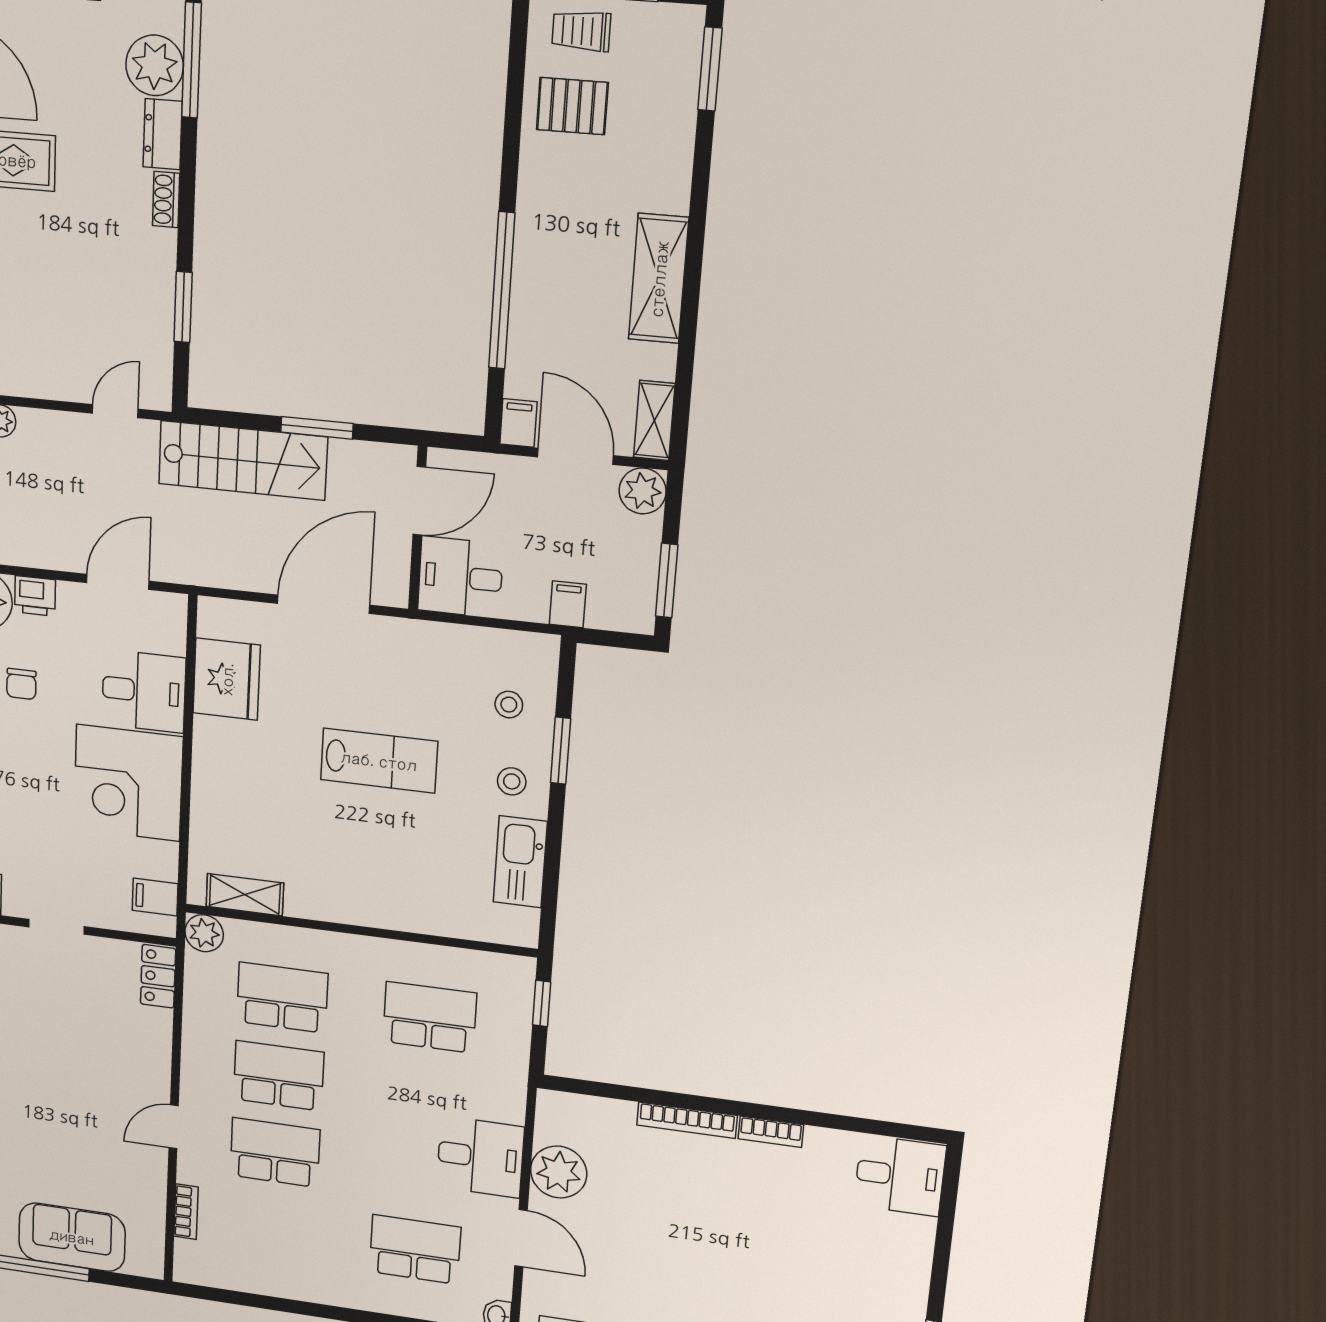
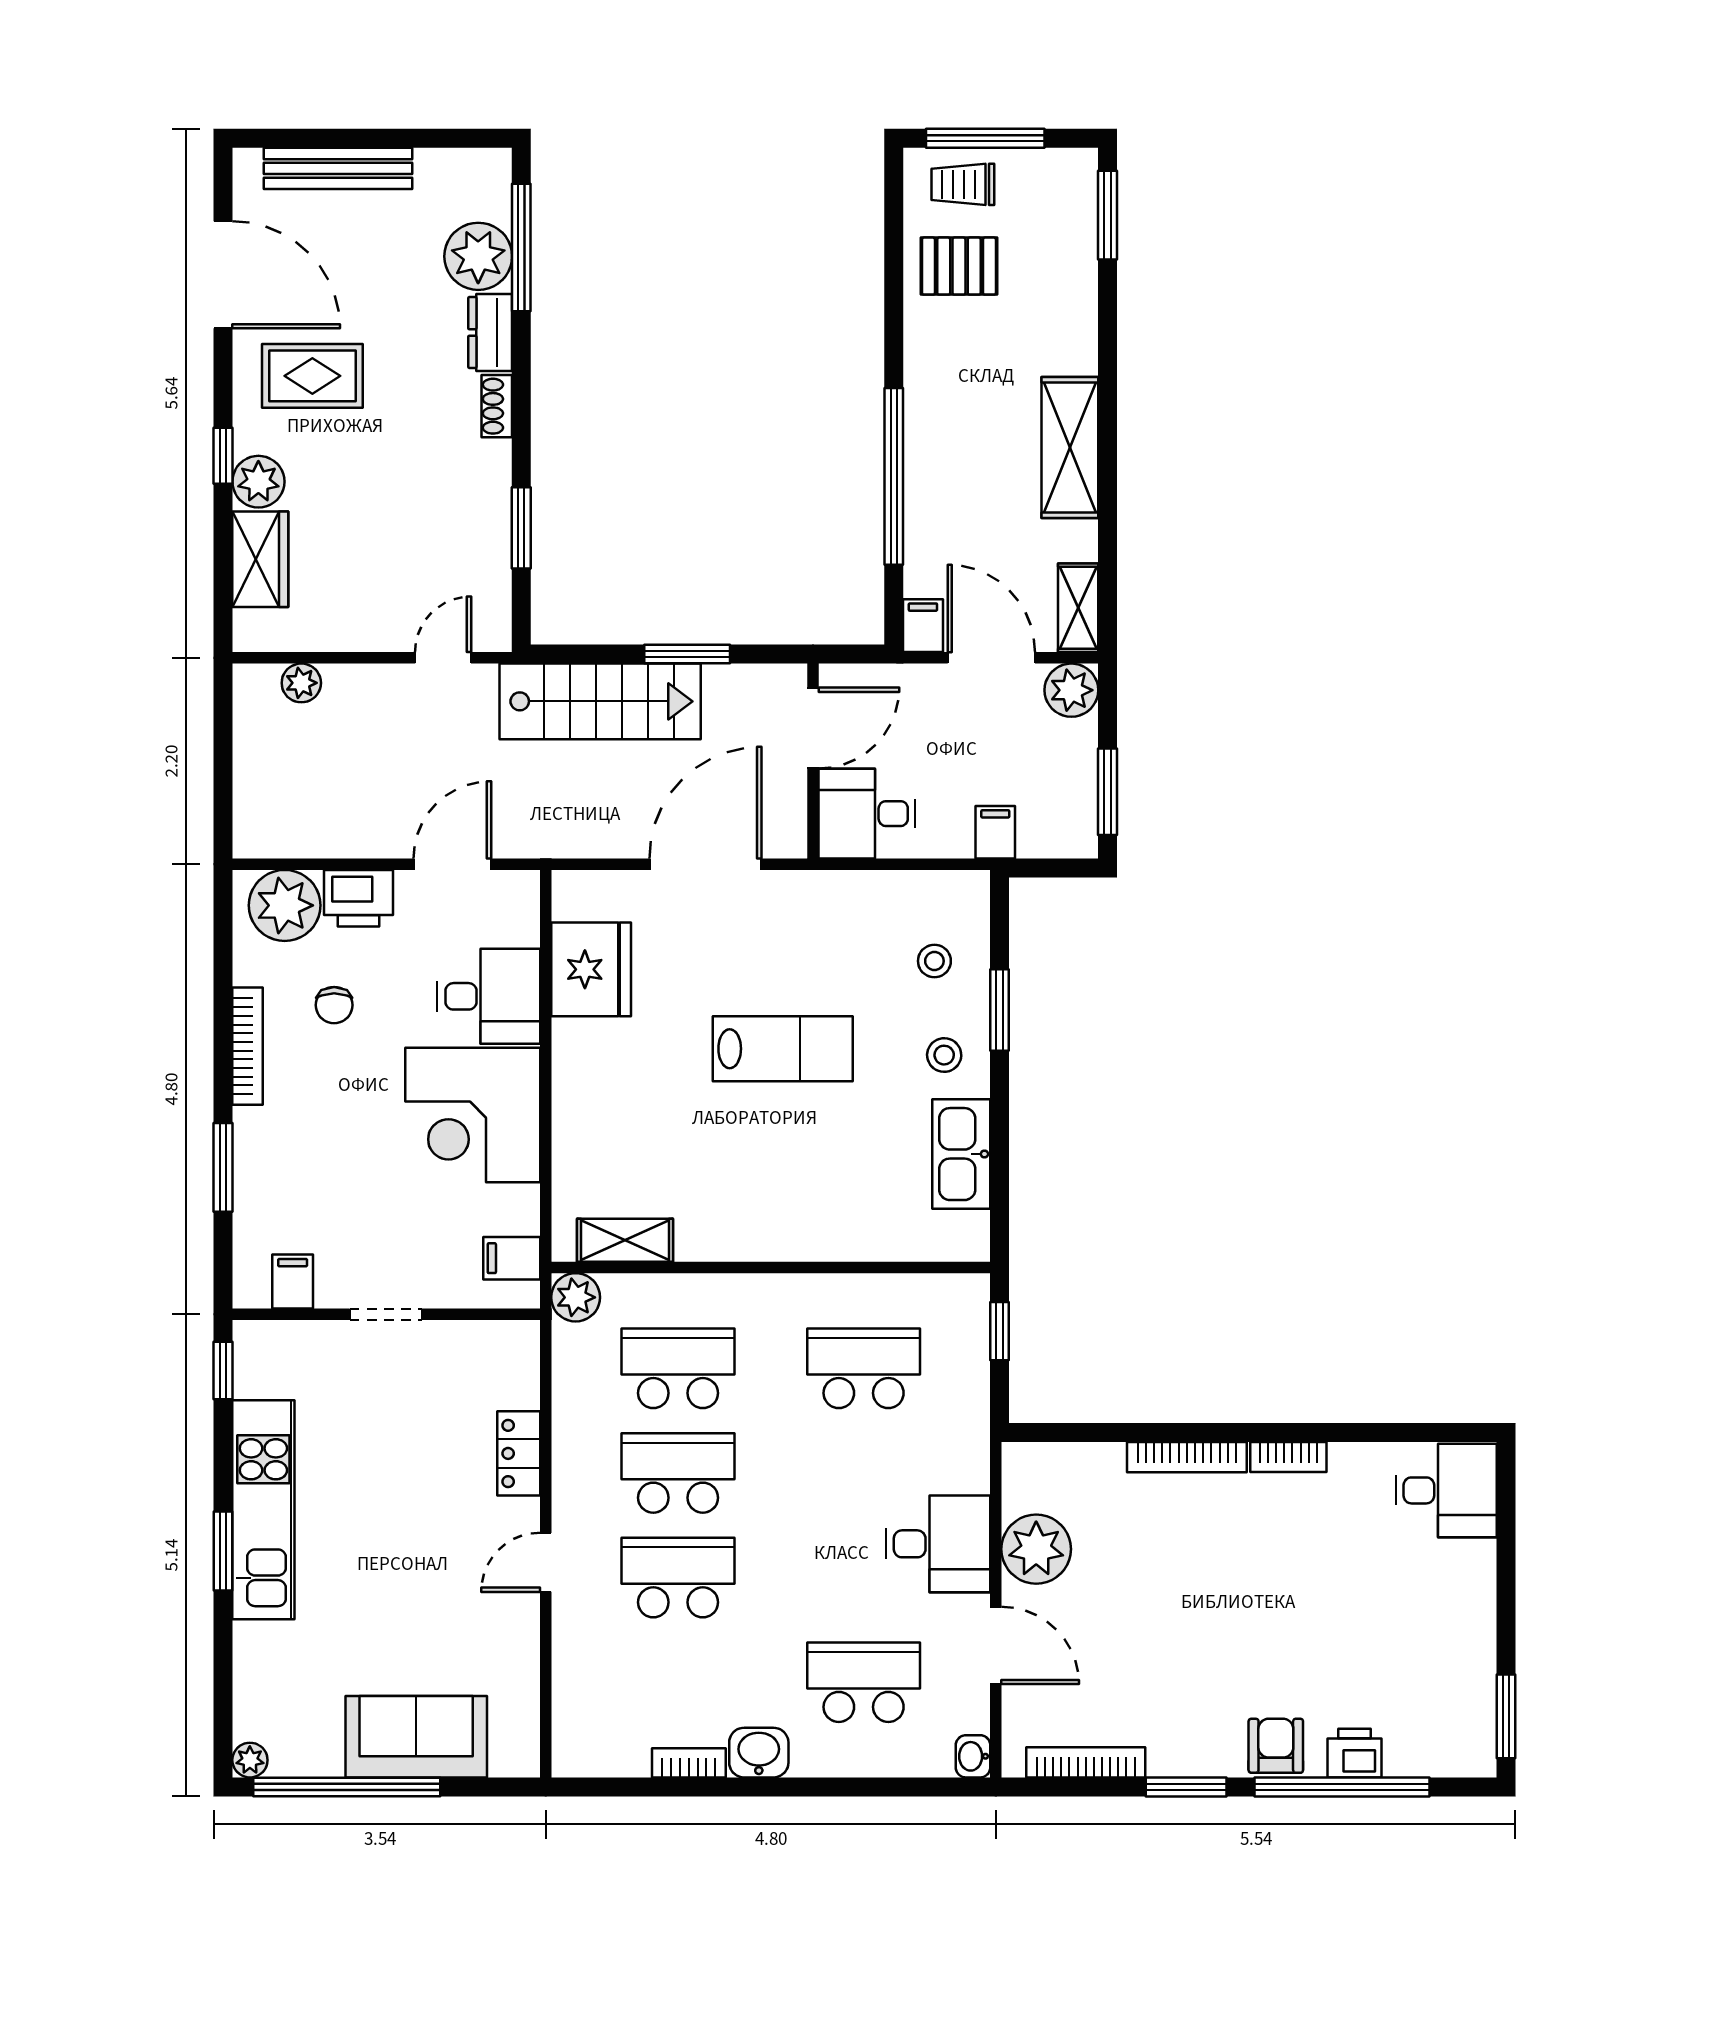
printer: (35, 596) -> (358, 898), width x1.36, depth x1.24
locker: (158, 976) -> (519, 1453), moved
bookcase: (186, 1212) -> (689, 1763), moved, turned -90
washbasin: (331, 1288) -> (759, 1753), added

